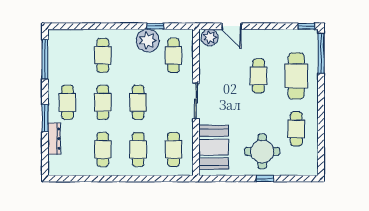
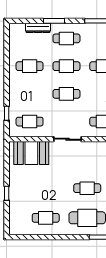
cafe table: (138, 149) -> (30, 94), removed
round table: (262, 151) -> (28, 191), removed
window: (163, 179) -> (7, 113), added

